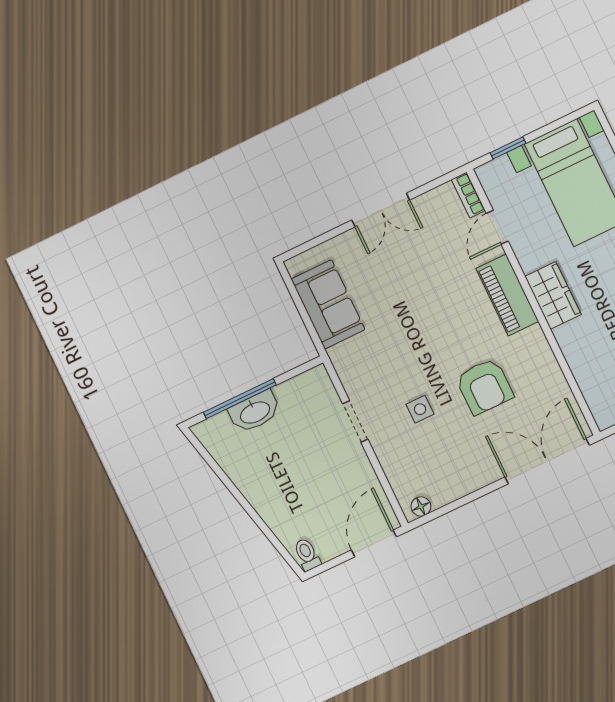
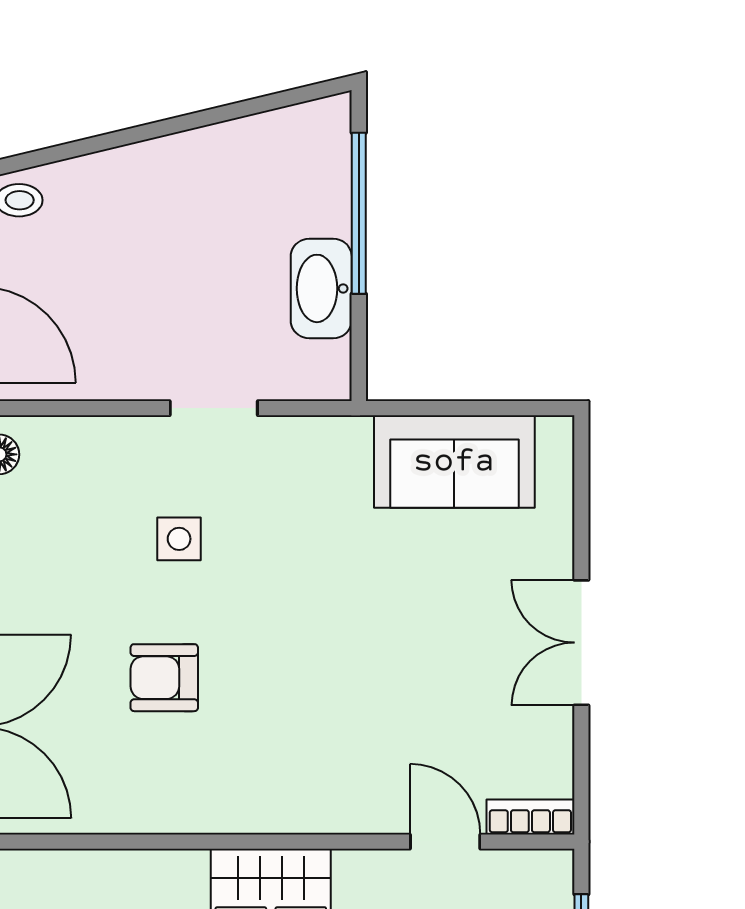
piano: (507, 295) -> (312, 800), removed
armchair: (484, 386) -> (164, 678), width x0.72, depth x0.72
washbasin: (255, 412) -> (321, 288), moved

